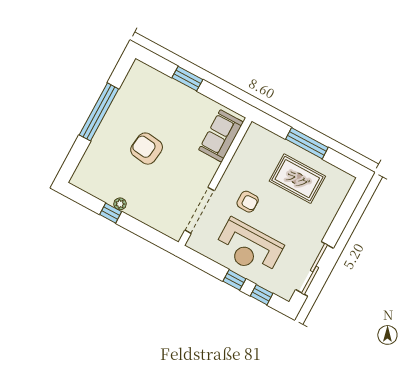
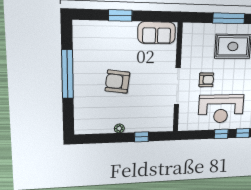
sofa: (221, 136) -> (157, 33), moved, turned -90
doorway: (200, 210) -> (177, 86), moved
window: (111, 213) -> (142, 137), moved

